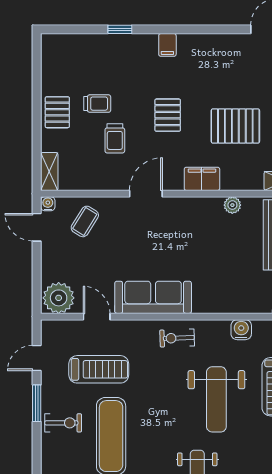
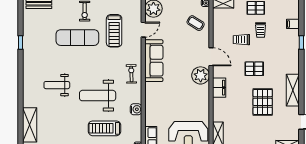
filing cabinet: (167, 45) -> (293, 24), moved
shelving: (207, 45) -> (293, 90), added
pallet: (235, 126) -> (263, 102), moved
plant: (232, 205) -> (201, 75), moved, width x1.87, depth x1.87

